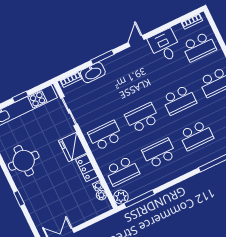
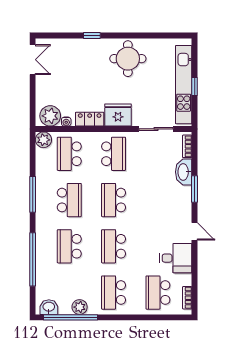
school desk: (142, 118) -> (114, 200), turned 180
plant: (101, 195) -> (50, 116), width x1.88, depth x1.88
window: (139, 199) -> (33, 194), moved

